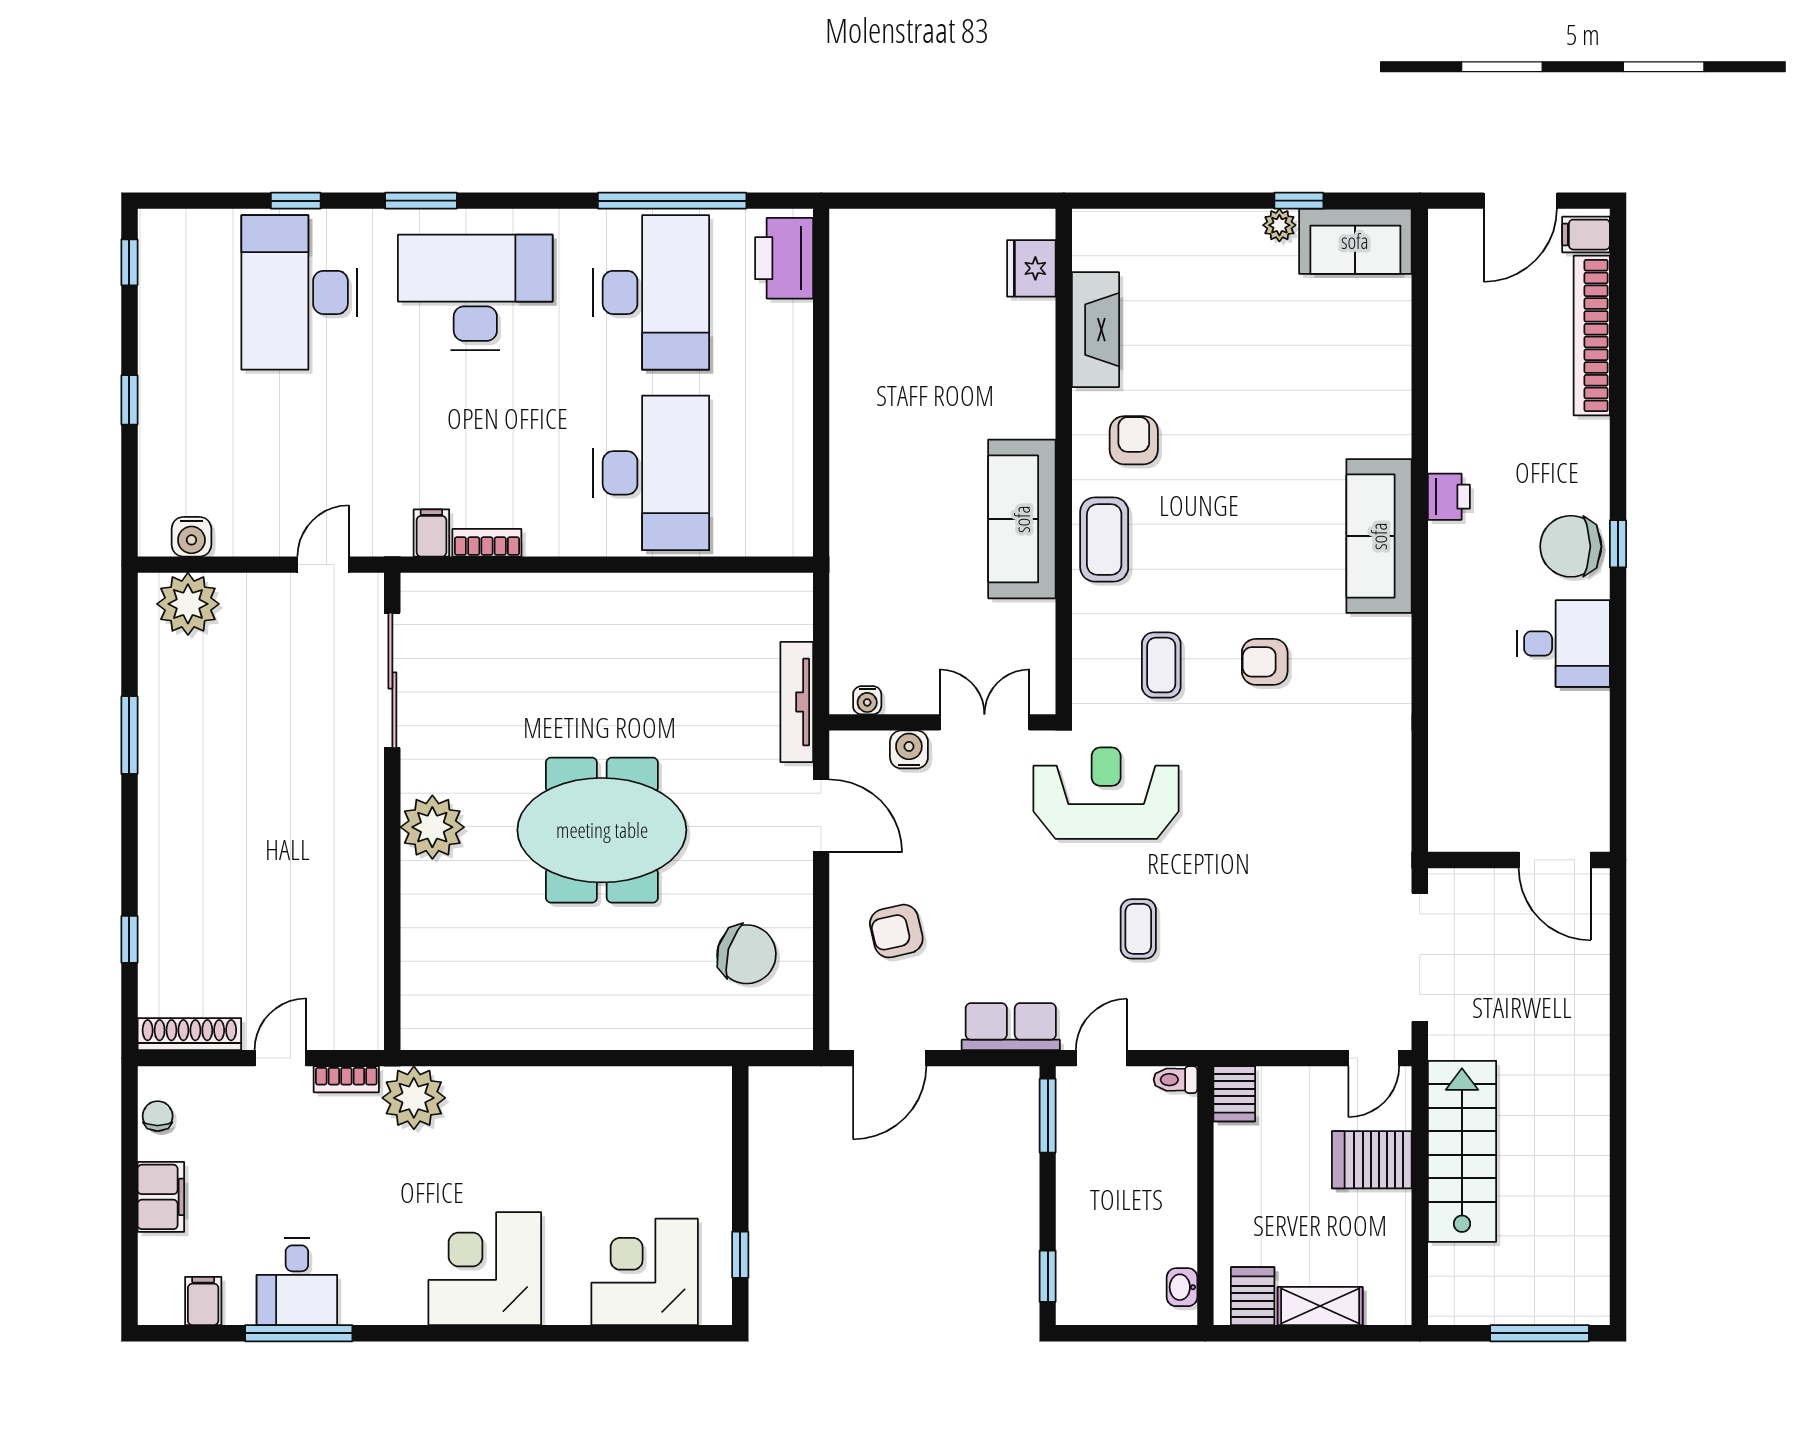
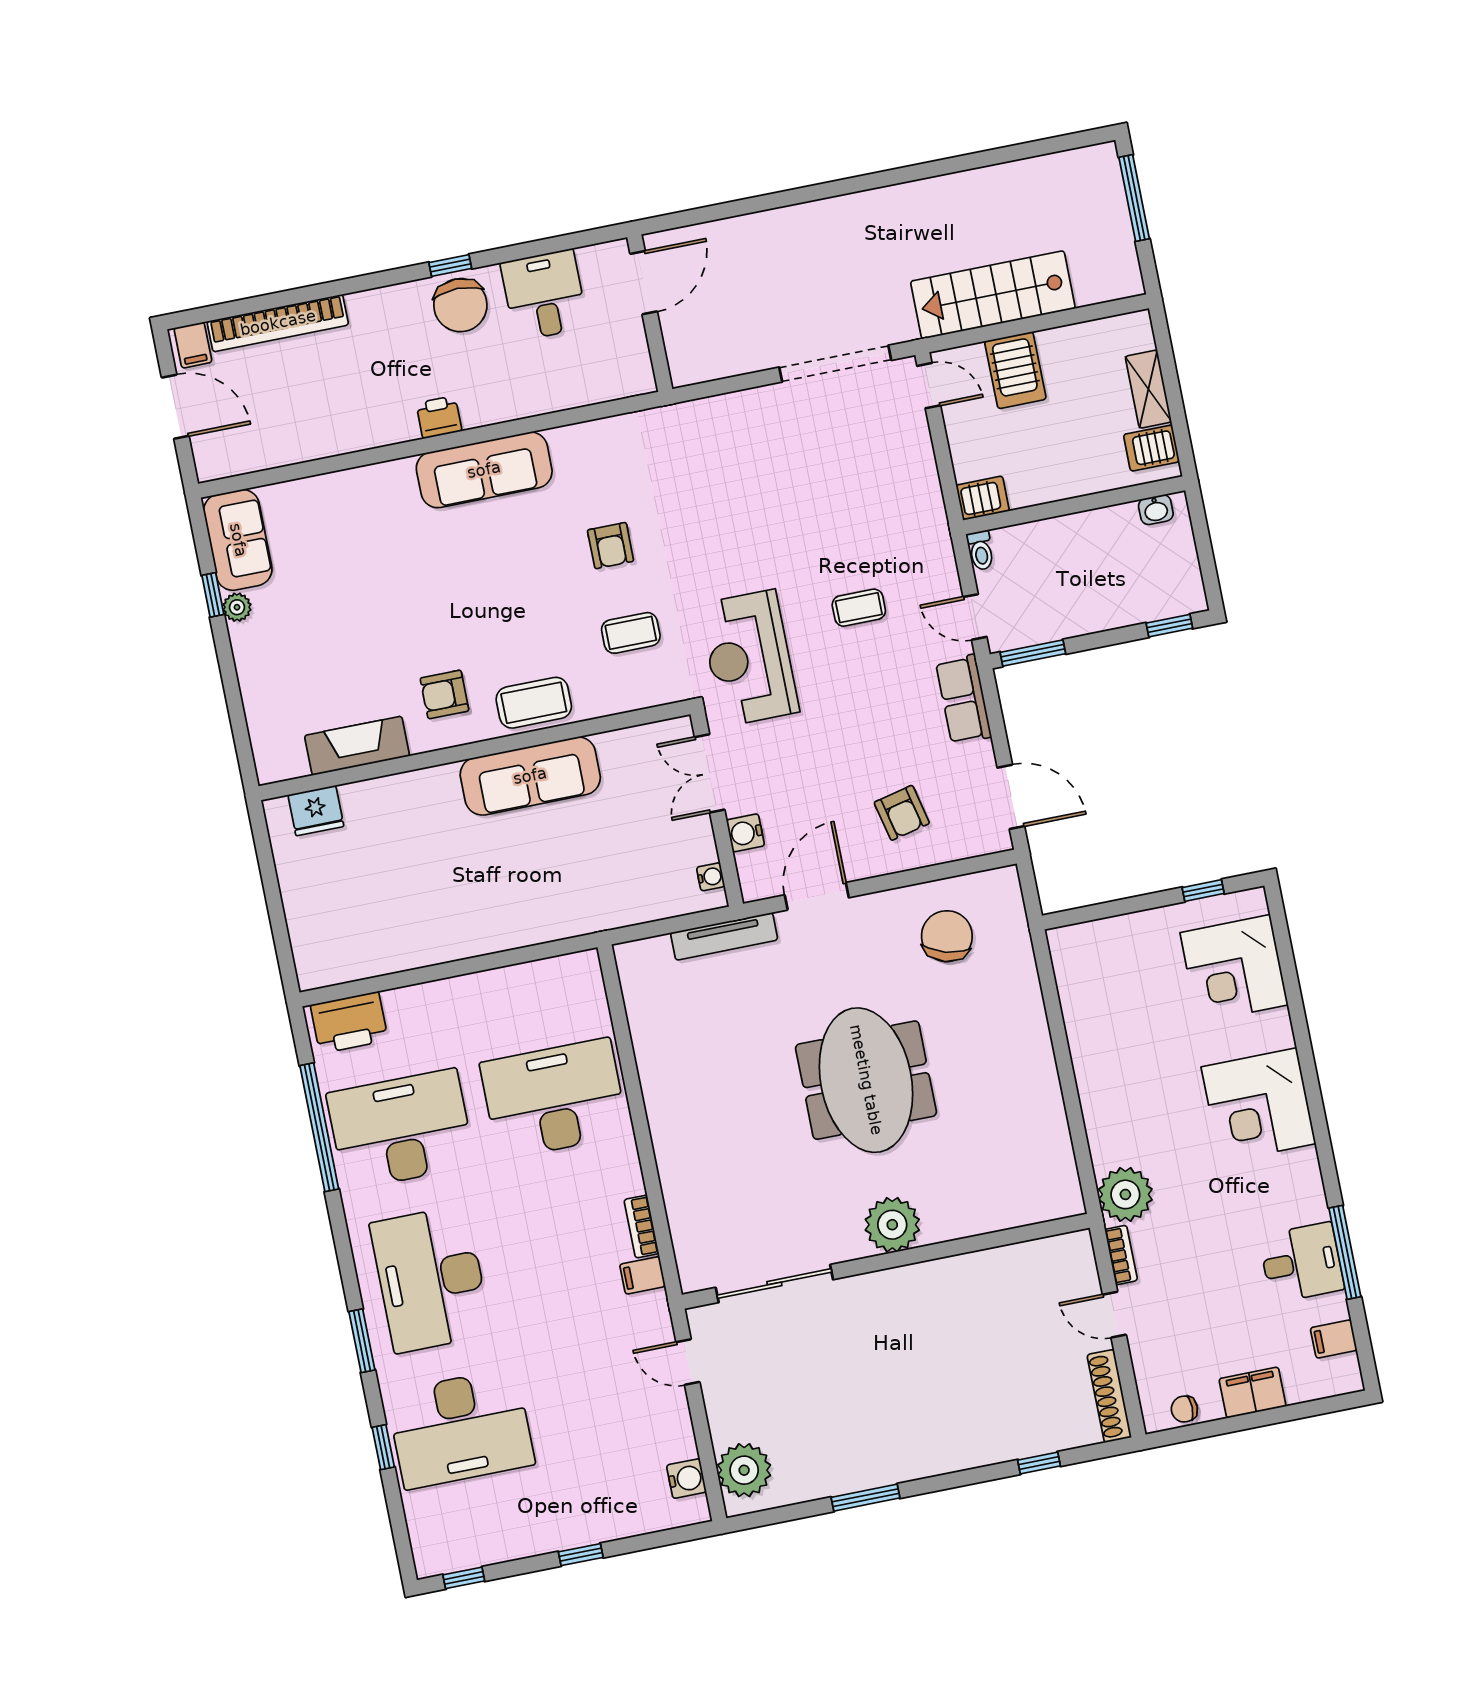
wall: (1519, 860) -> (650, 313), moved
door: (1555, 860) -> (644, 283), moved

